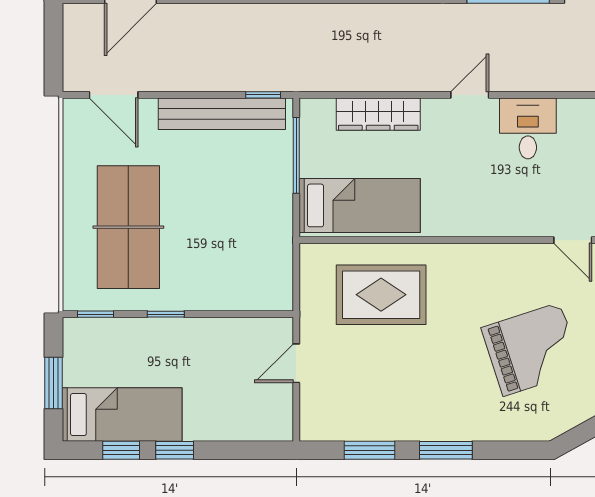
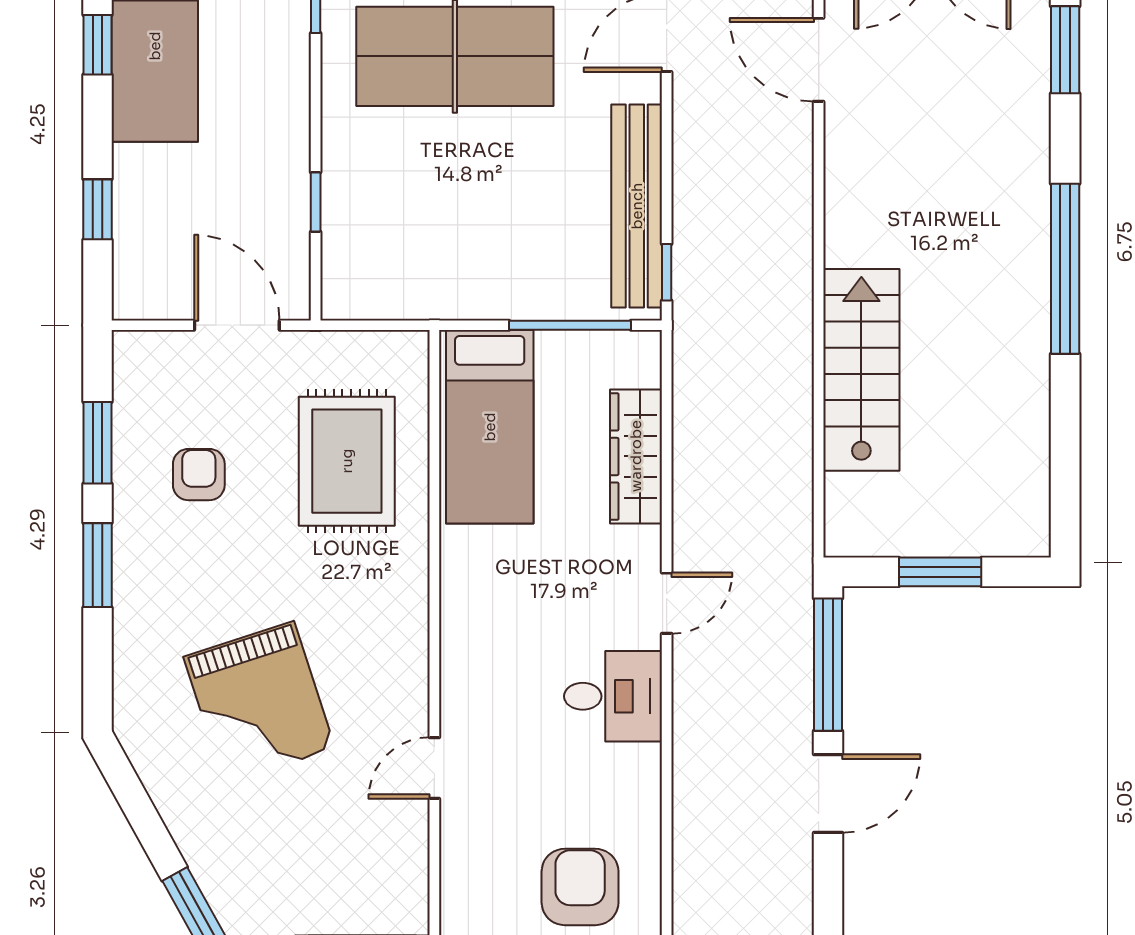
door: (470, 95) -> (667, 603), hinge flipped
window: (166, 314) -> (316, 202), moved
door: (296, 363) -> (237, 325), width x1.38
armchair: (389, 387) -> (199, 475), added
window: (175, 450) -> (98, 209), moved

